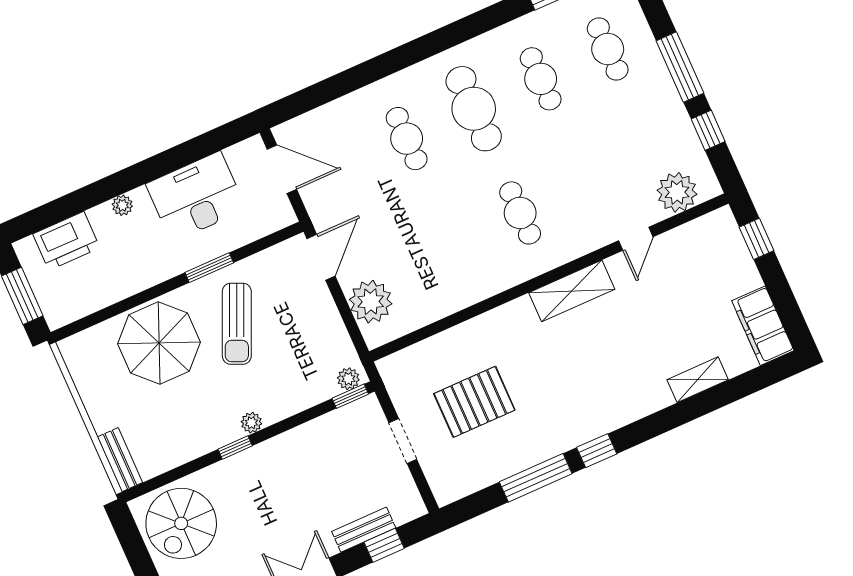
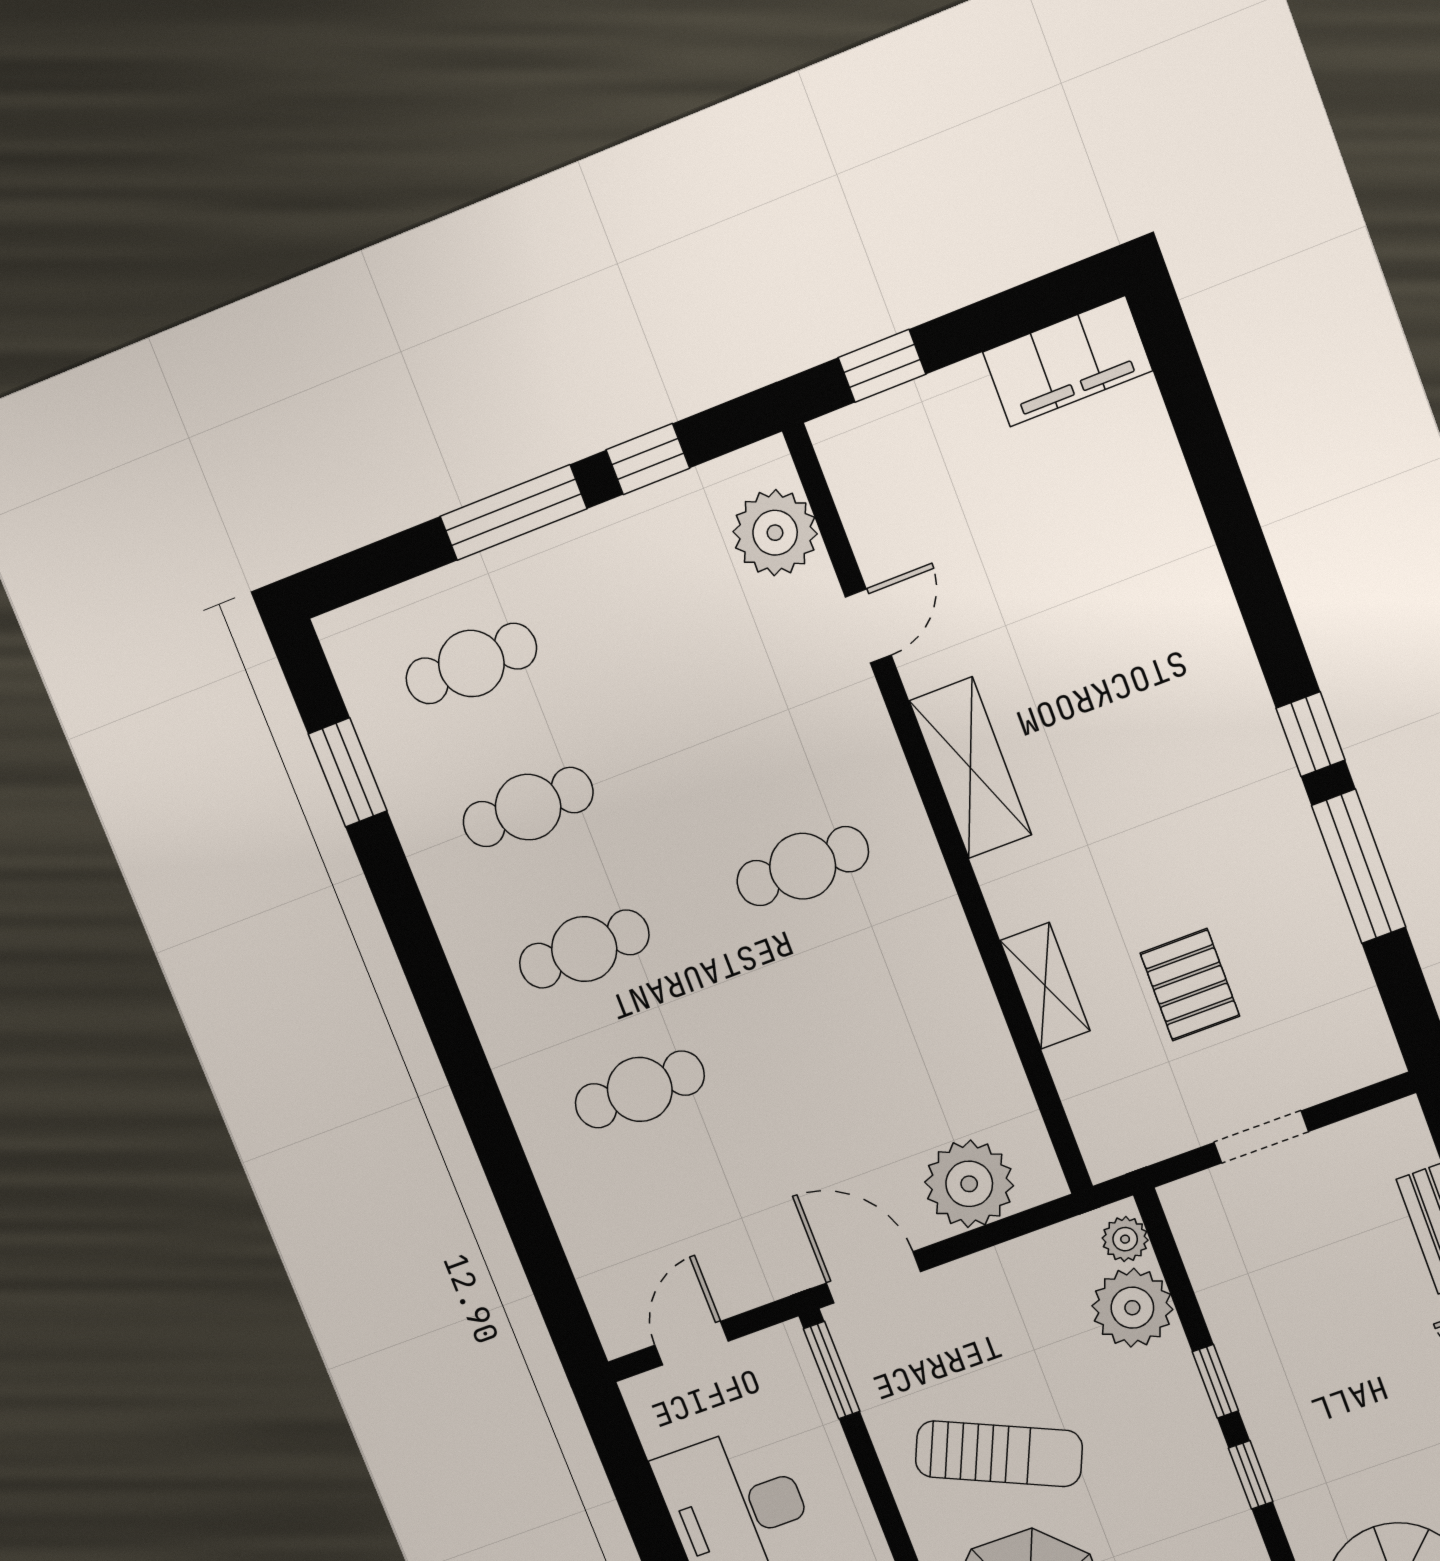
cafe table: (474, 109) -> (584, 949), width x0.73, depth x0.74
door: (282, 169) -> (692, 1343), width x0.73
door: (636, 239) -> (868, 626), hinge flipped
window: (209, 268) -> (832, 1370), moved
shelving: (698, 380) -> (1045, 986), moved
window: (350, 396) -> (1215, 1381), moved
pallet: (474, 402) -> (1190, 985), width x0.67, depth x0.71
plant: (251, 423) -> (1132, 1308), moved, width x1.88, depth x1.88

